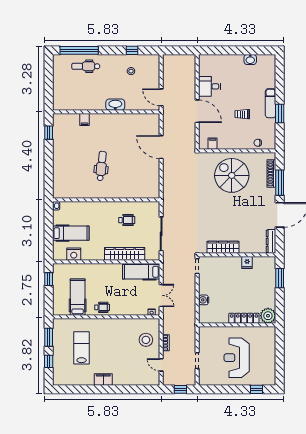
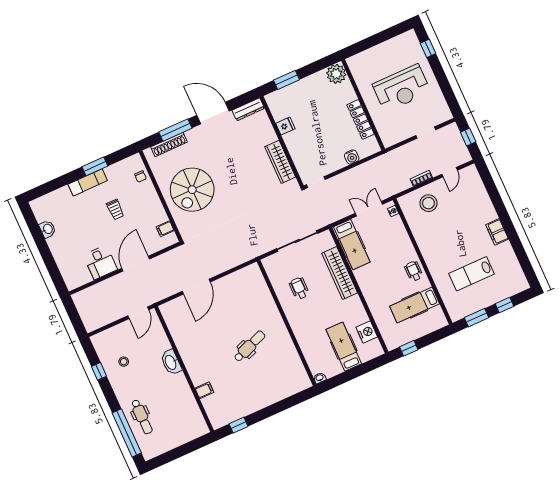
dental chair: (101, 166) -> (250, 346), turned 153
locker: (244, 318) -> (361, 119), moved

